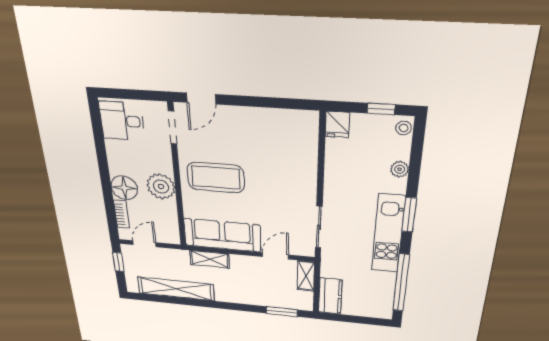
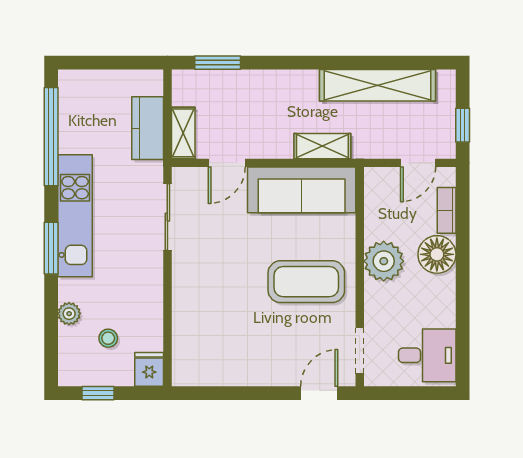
stool: (404, 128) -> (108, 338), moved
kitchen counter: (330, 296) -> (148, 128), moved

